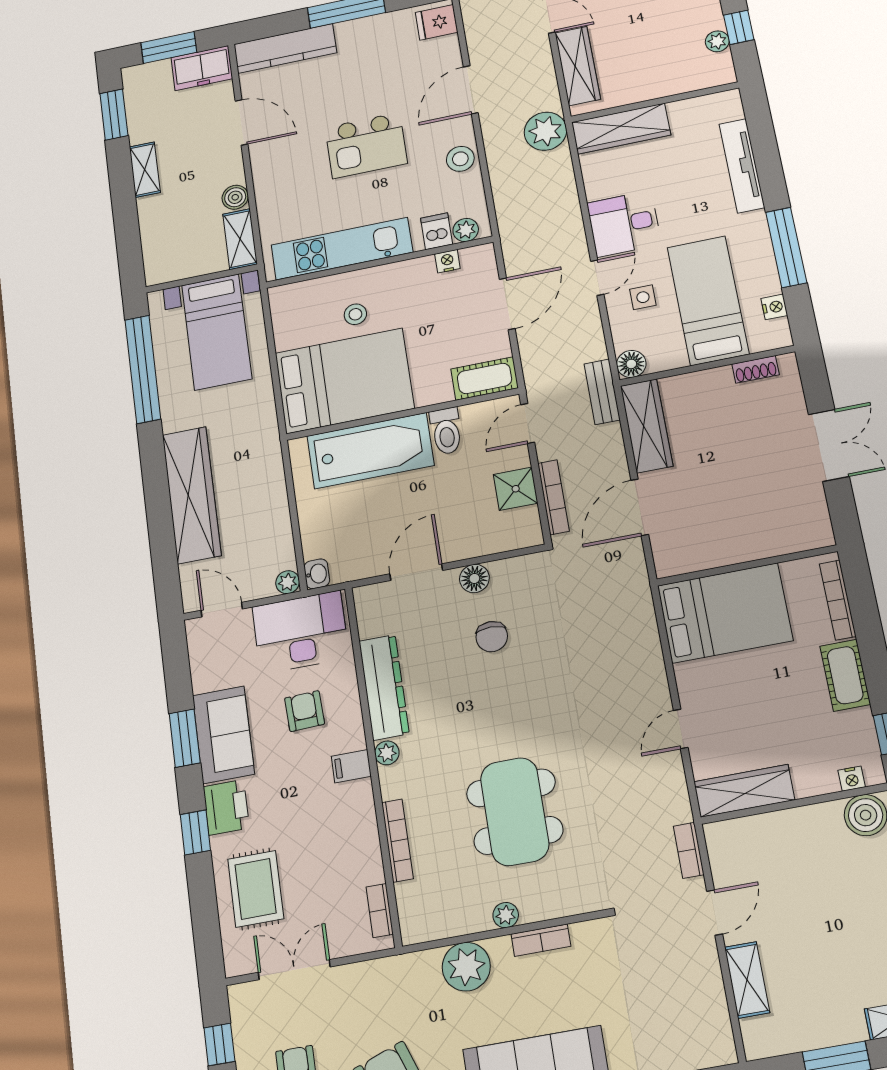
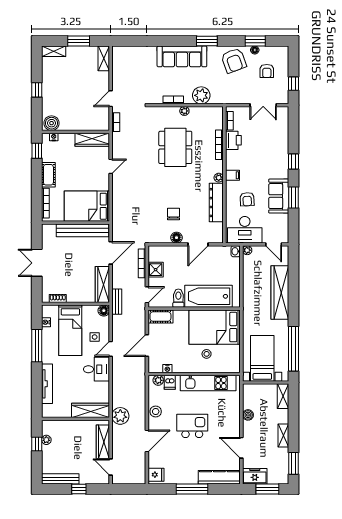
shelving: (240, 239) -> (283, 396), moved
bench: (724, 549) -> (83, 230), added
printer: (226, 807) -> (233, 140), moved, turned 180
rug: (256, 889) -> (274, 137), removed
shelving: (747, 980) -> (104, 58), moved

